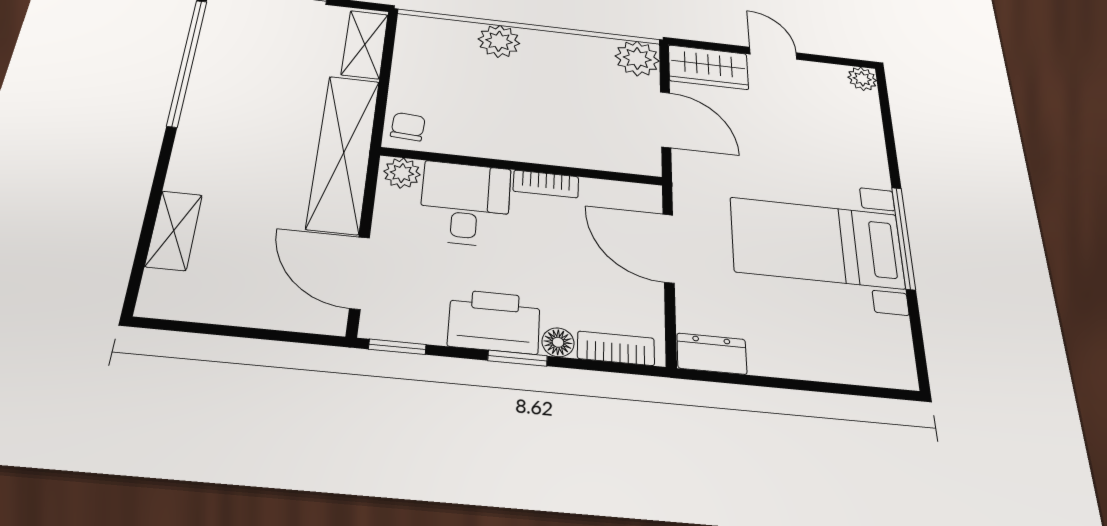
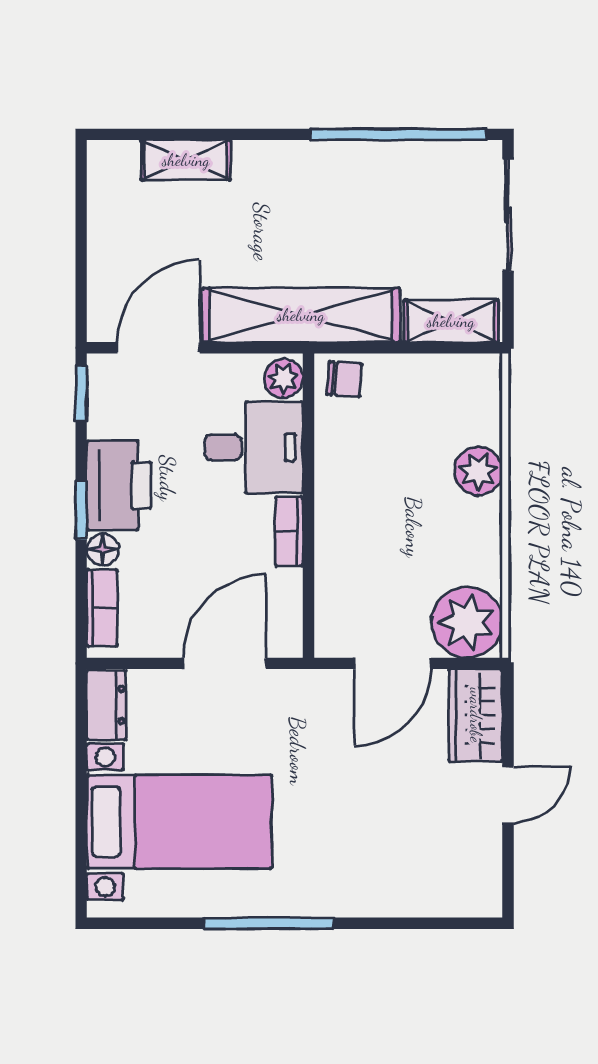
plant: (637, 58) -> (467, 622), width x1.36, depth x1.36
plant: (862, 79) -> (485, 900), removed
bed with nightstands: (817, 243) -> (179, 822), moved, turned 90

